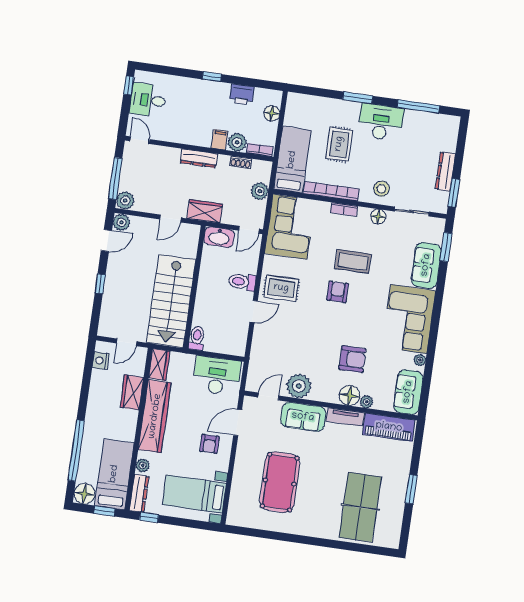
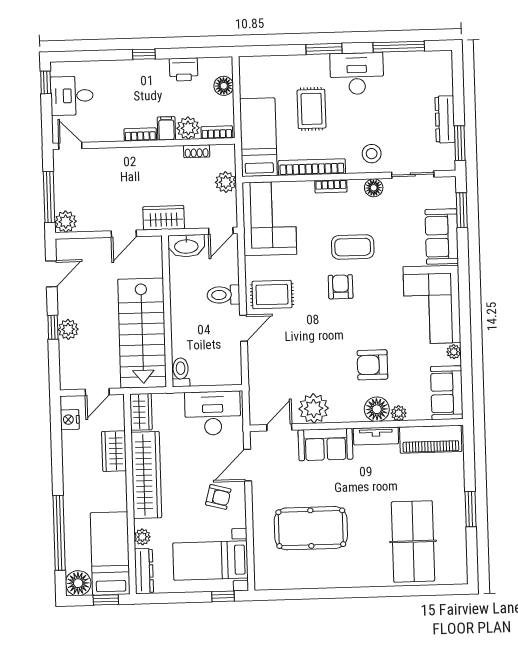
bookcase: (198, 141) -> (140, 134), added
dresser: (199, 158) -> (145, 155), removed
plant: (122, 222) -> (68, 329), moved
armchair: (352, 359) -> (372, 365), turned 180
armchair: (209, 444) -> (218, 497), turned -75
pool table: (280, 482) -> (311, 528), turned 90
window: (149, 517) -> (223, 596), moved

